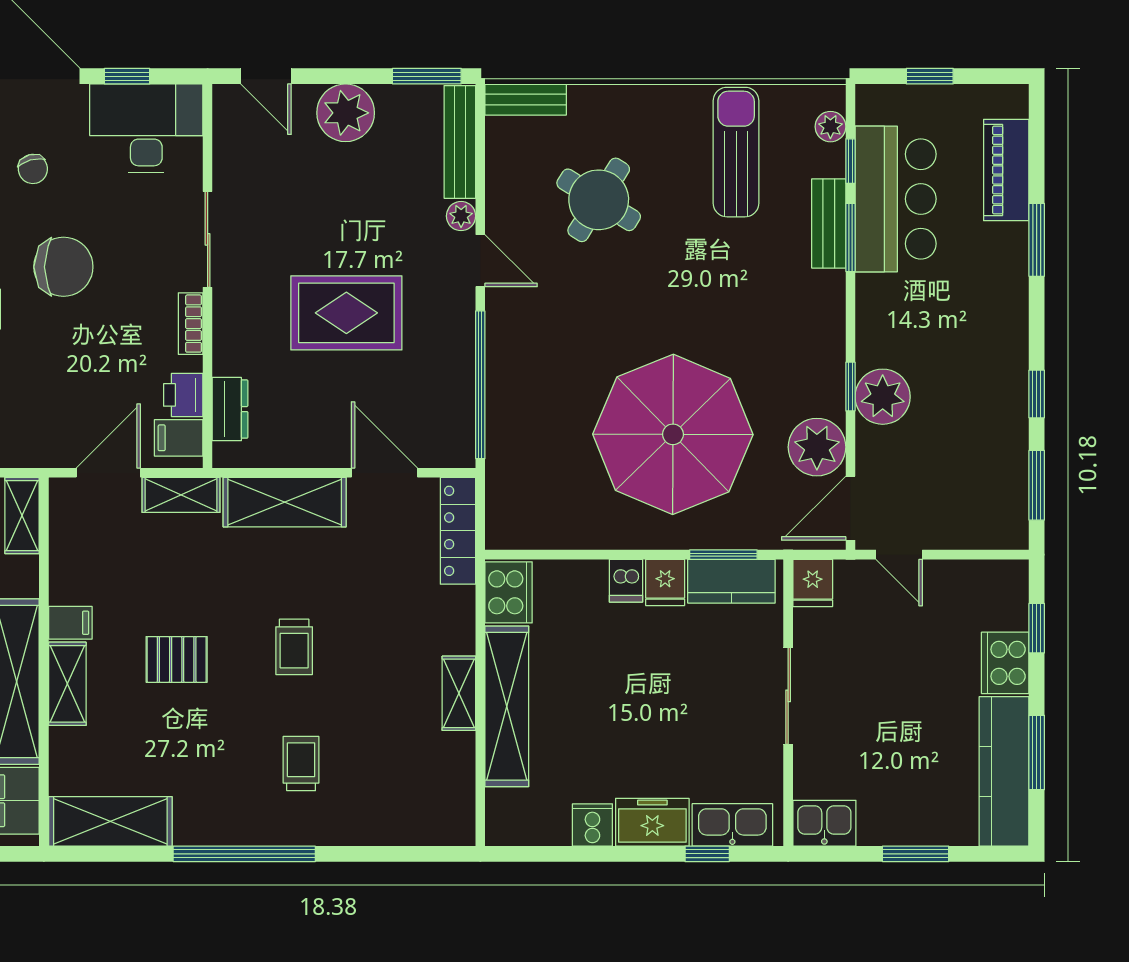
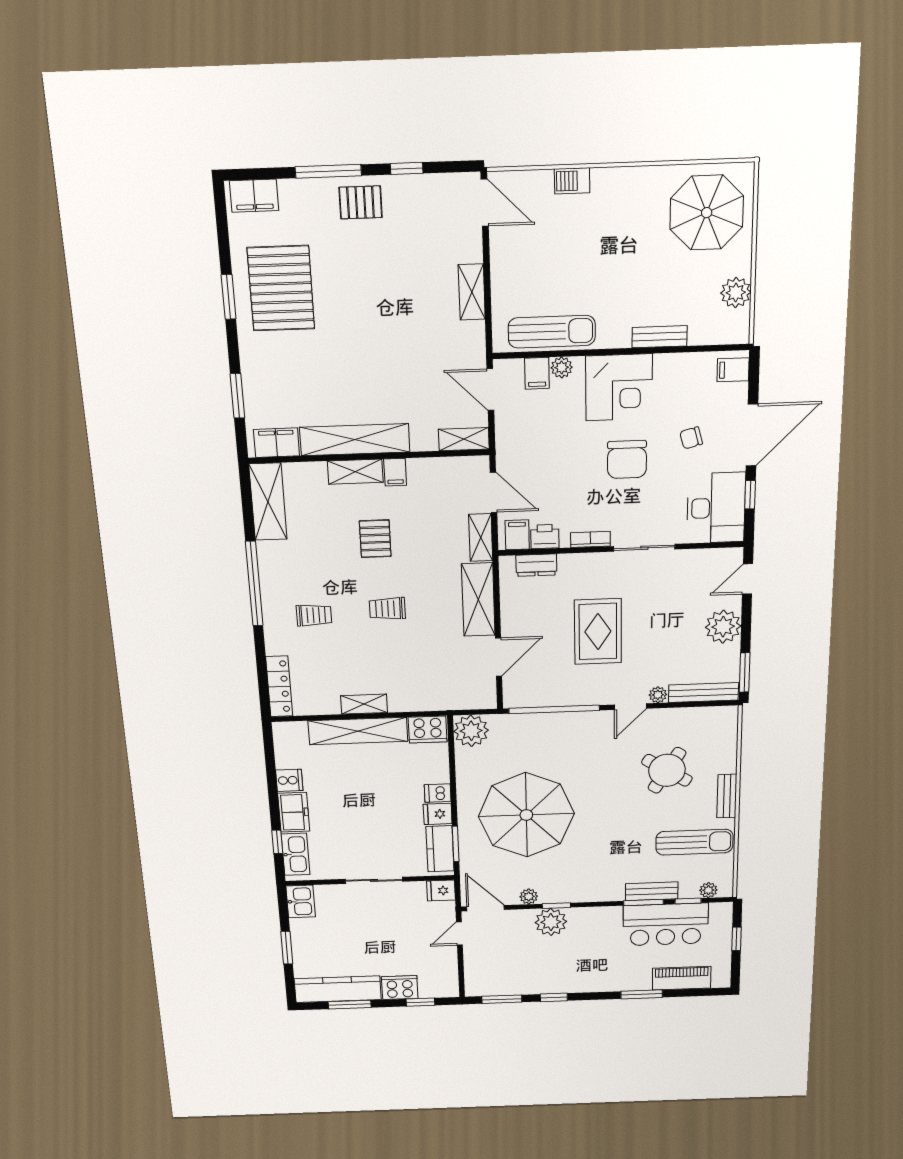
bench: (526, 99) -> (727, 796), moved
plant: (817, 447) -> (529, 896), width x0.53, depth x0.53
plant: (514, 521) -> (471, 731), added
locker: (458, 531) -> (279, 686), moved, turned 90

